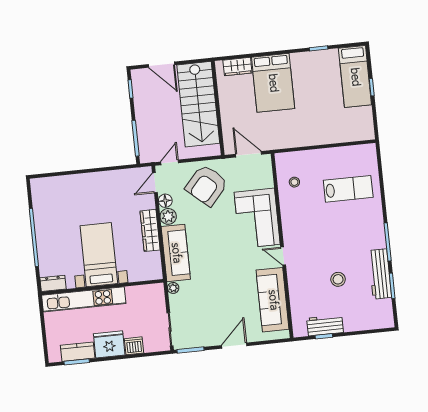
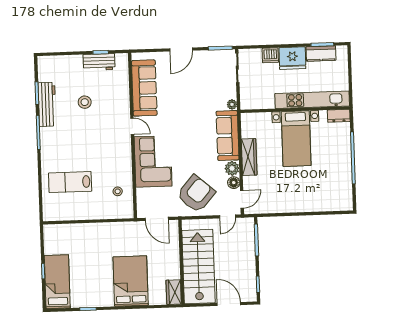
wardrobe: (237, 67) -> (174, 292), moved, turned -90

